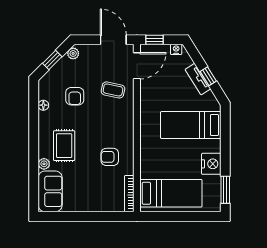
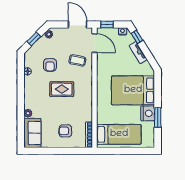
door: (137, 66) -> (94, 43), hinge flipped
window: (208, 76) -> (137, 37), moved
bed: (191, 125) -> (133, 90), width x1.50
rug: (64, 146) -> (62, 89), moved, turned 90
armchair: (110, 157) -> (65, 131), moved
window: (225, 190) -> (158, 118), moved

